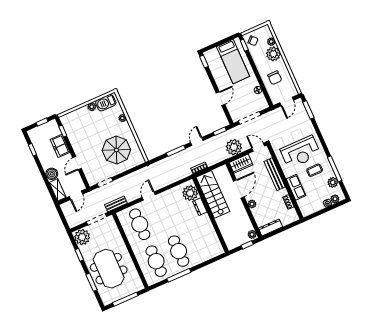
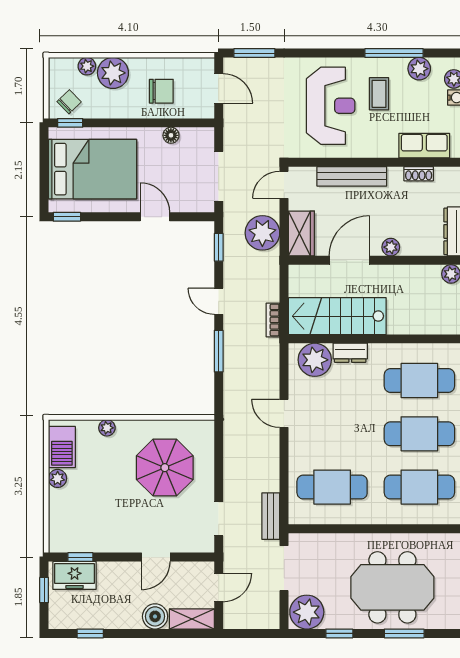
bed: (233, 61) -> (92, 169), width x1.50
freezer: (60, 146) -> (75, 575), moved
door: (77, 163) -> (156, 557), hinge flipped
row of seats: (296, 187) -> (424, 146), moved
door: (239, 189) -> (349, 260), hinge flipped
door: (76, 195) -> (219, 588), hinge flipped
door: (149, 196) -> (284, 413), moved
cafe table: (201, 241) -> (419, 381), added

